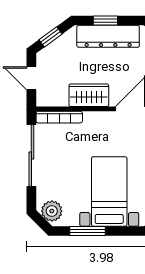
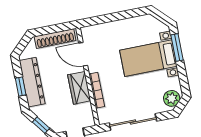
bookcase: (59, 117) -> (97, 90), moved
window: (87, 231) -> (177, 47), moved

